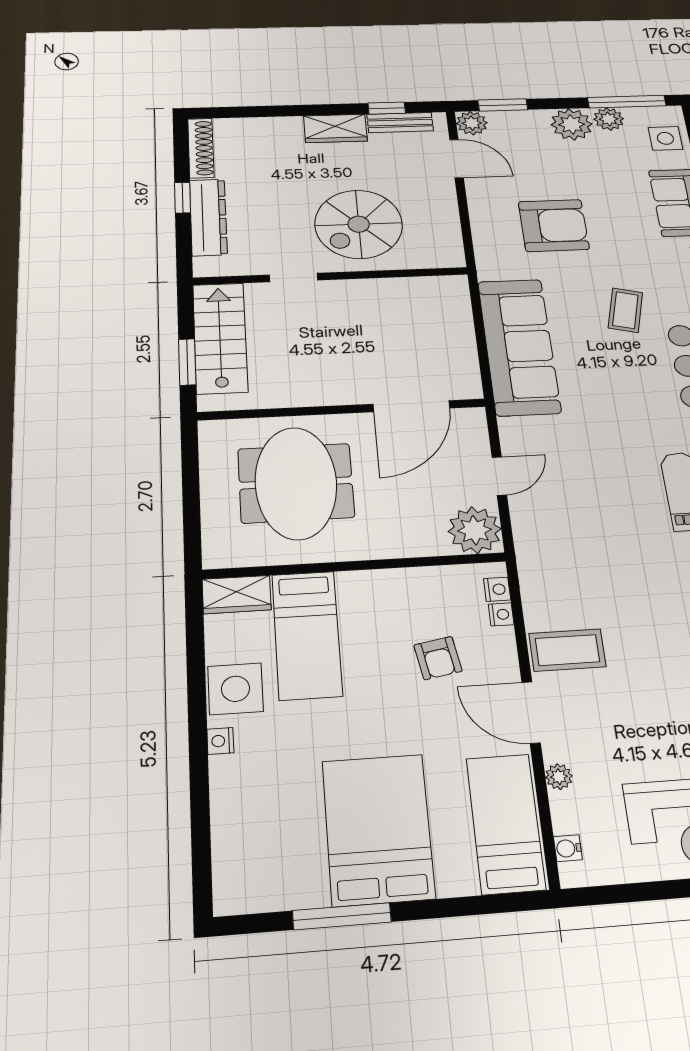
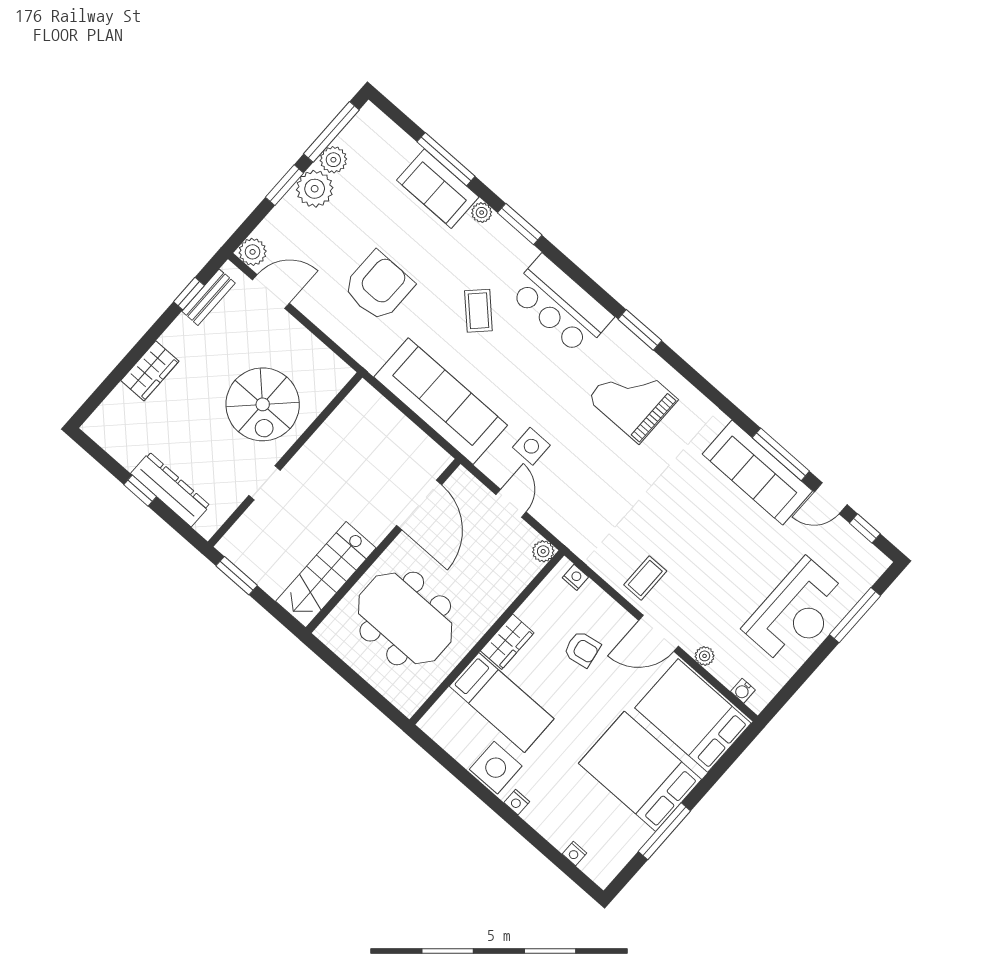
window: (503, 105) -> (284, 185), moved
wardrobe: (335, 128) -> (150, 371), moved
side table: (665, 138) -> (531, 446), moved
shoe rack: (201, 148) -> (111, 442), removed
coffee table: (625, 310) -> (478, 311), turned 31
stairs: (220, 338) -> (326, 575), moved, turned -90
window: (187, 362) -> (237, 576), moved
plant: (475, 530) -> (543, 551), width x0.53, depth x0.53
wardrobe: (237, 594) -> (507, 642), moved
nightstand: (501, 614) -> (574, 854), moved, turned 180
coffee table: (567, 650) -> (645, 578), width x0.73, depth x0.77
bed: (506, 823) -> (693, 716), width x1.50

